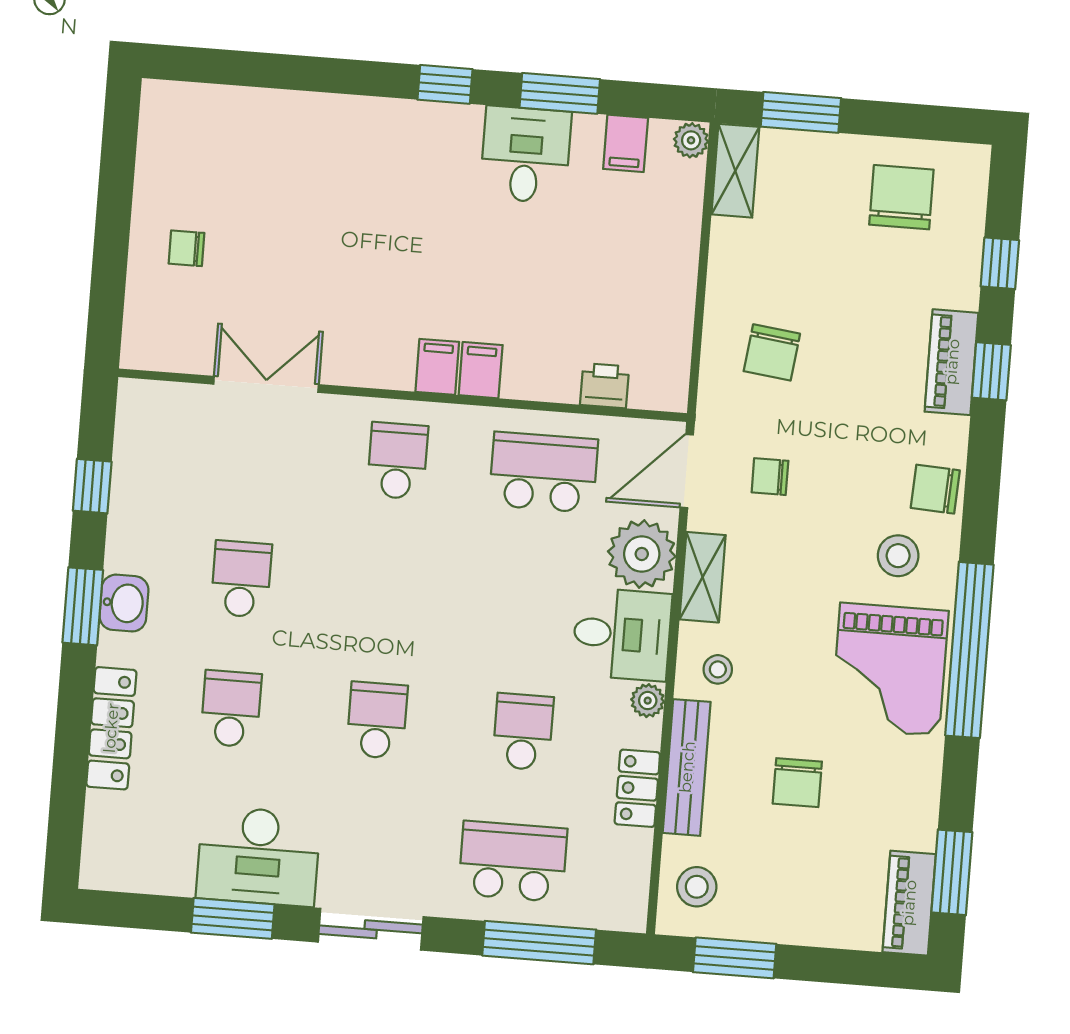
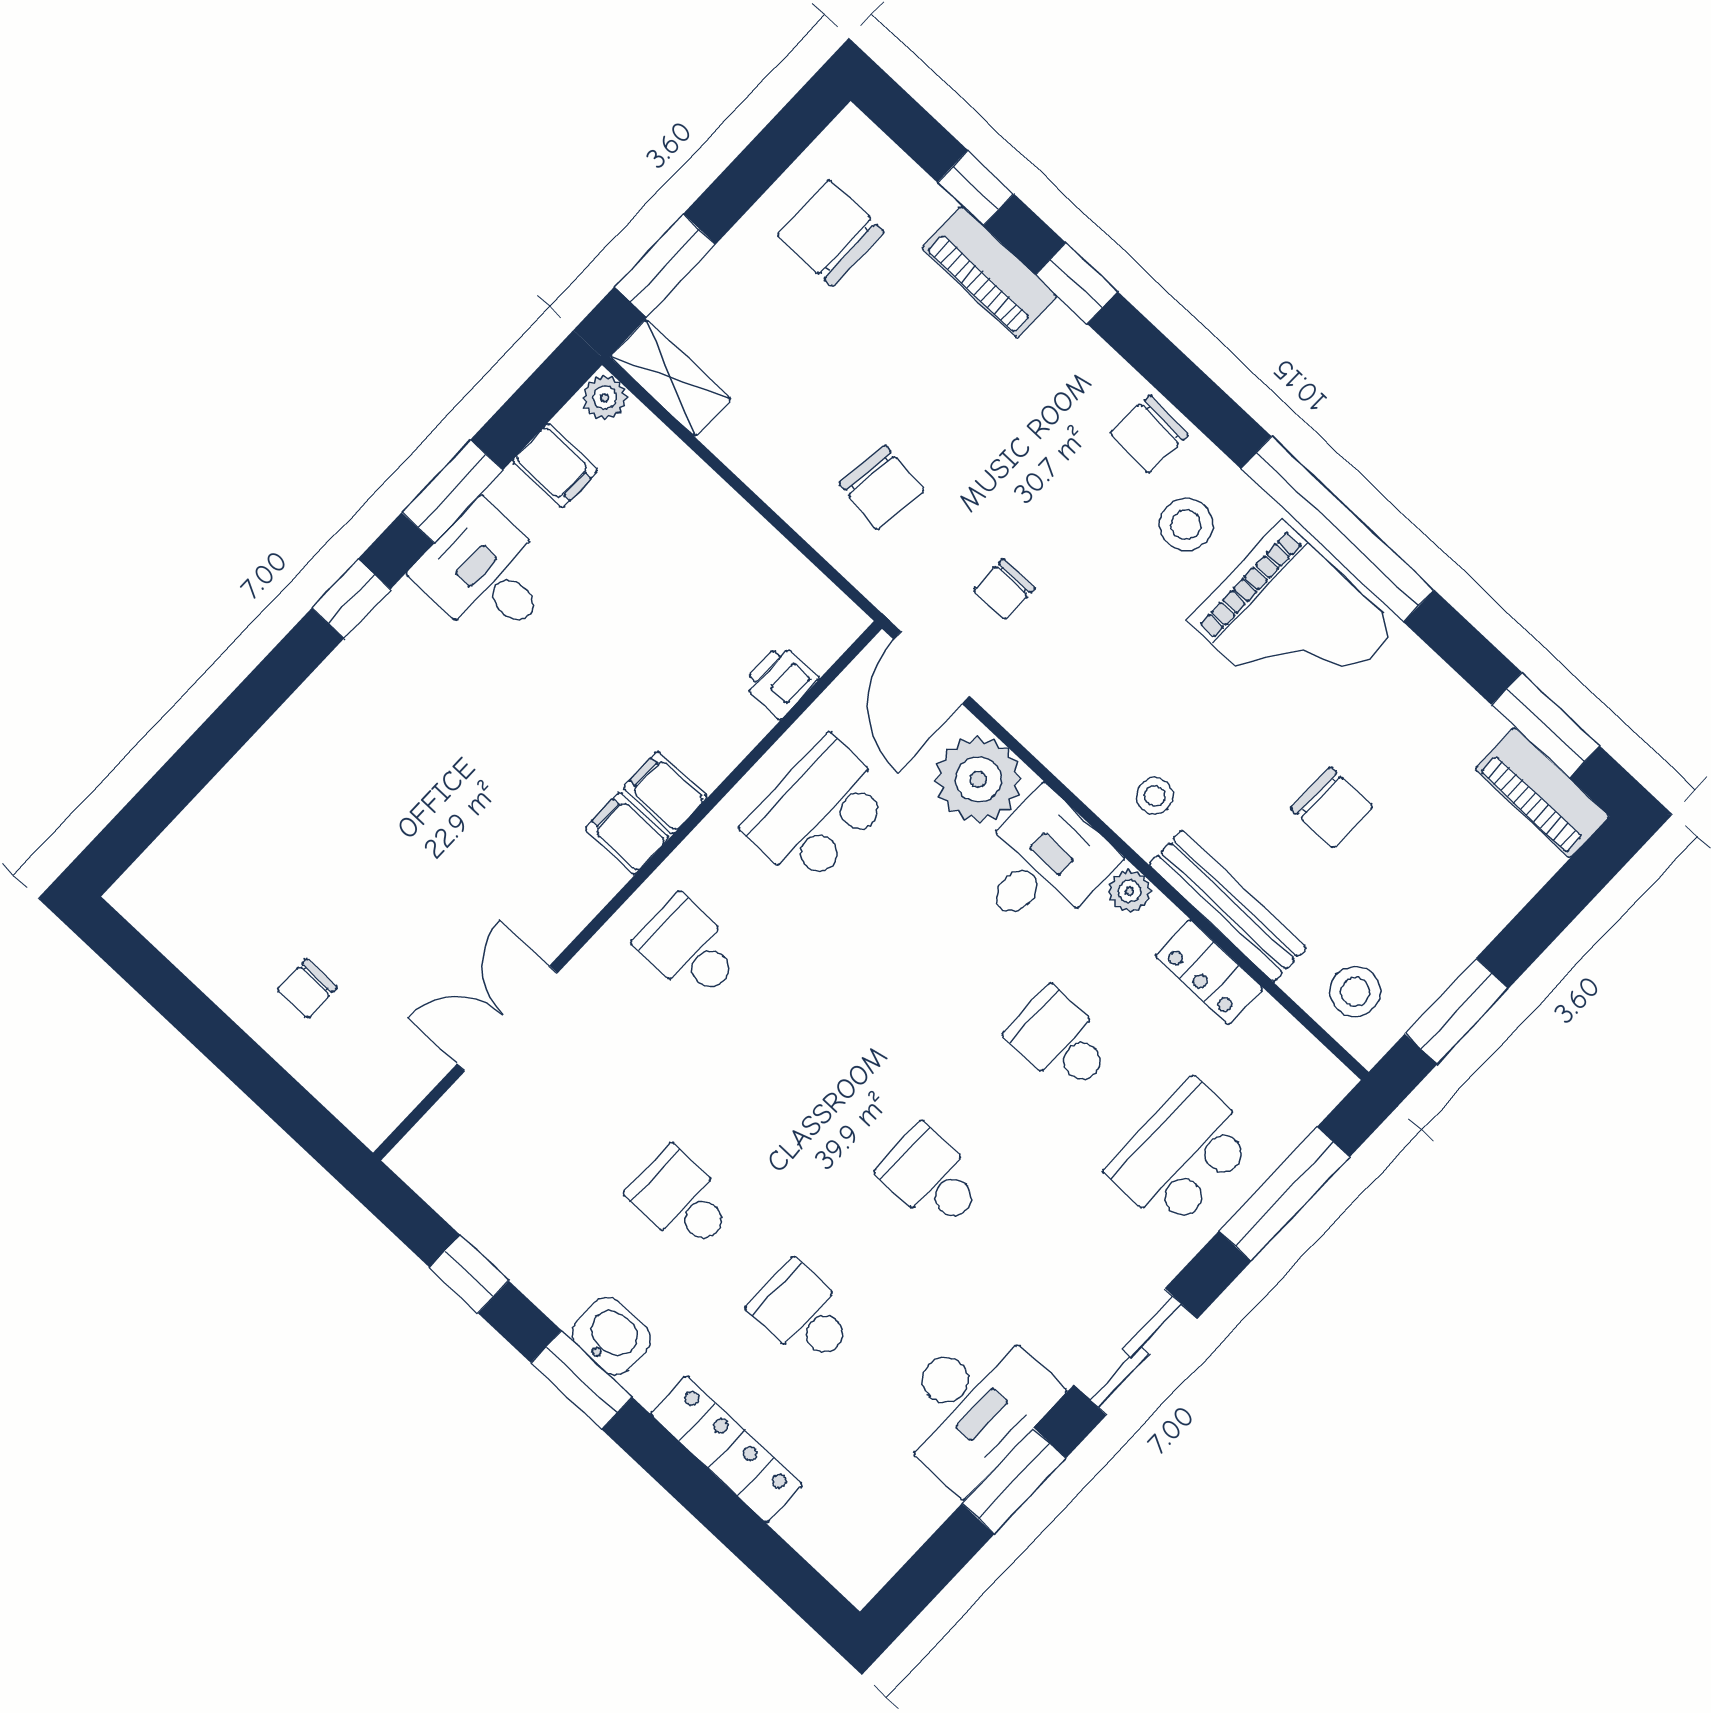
piano: (952, 362) -> (989, 272), moved
shelving: (703, 577) -> (1050, 737), removed

